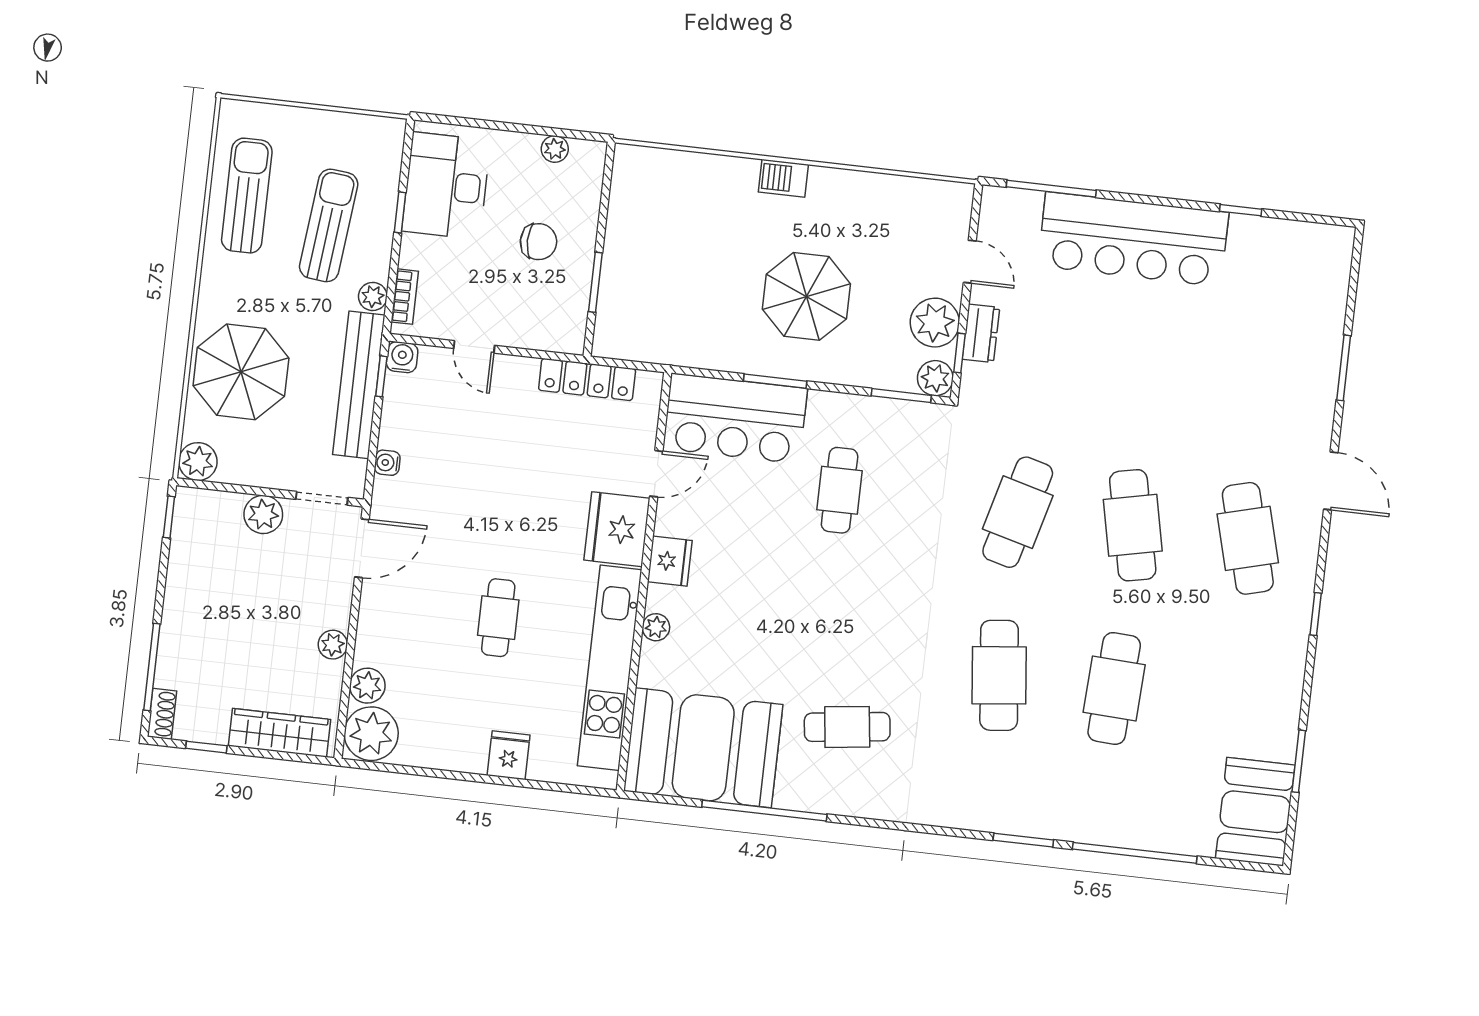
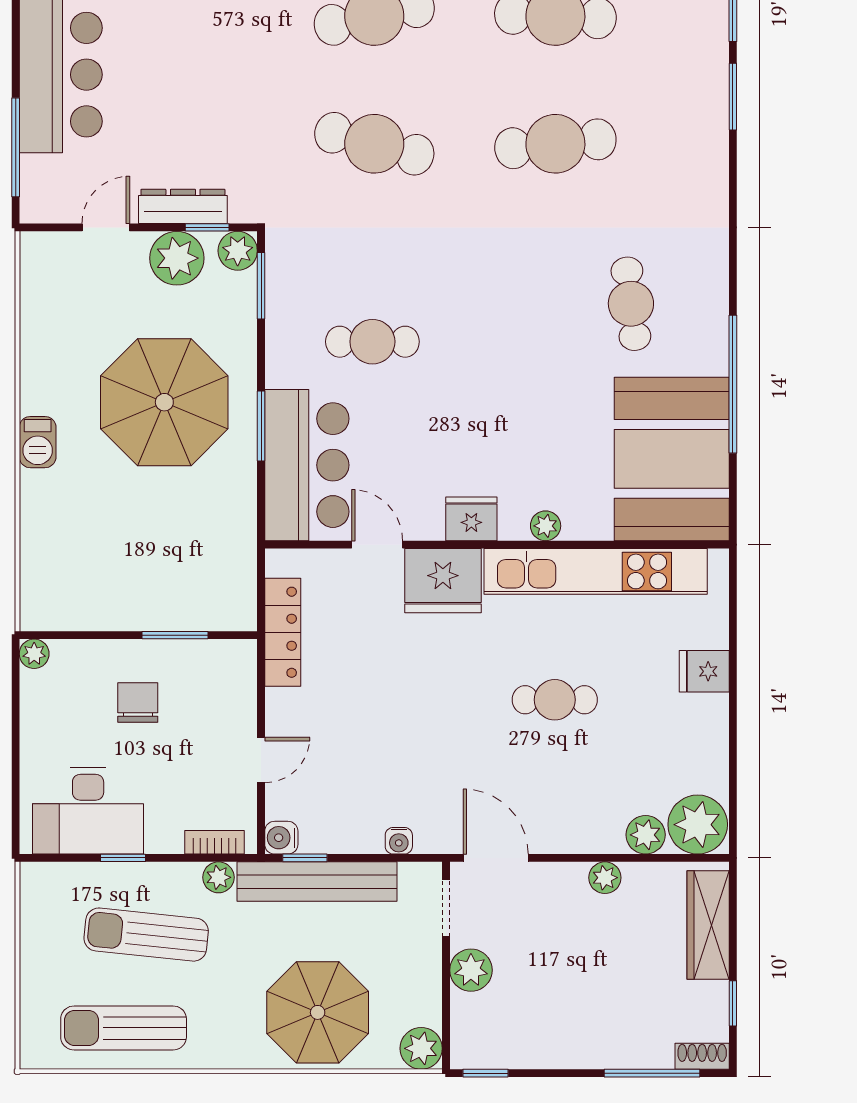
plant: (555, 149) -> (34, 654), moved
parasol: (806, 296) -> (164, 402), width x1.36, depth x1.36
dresser: (981, 333) -> (183, 206), width x1.44

